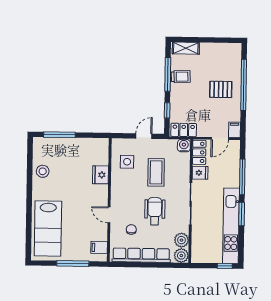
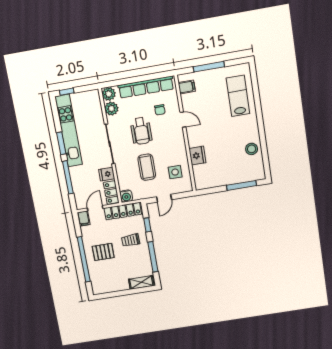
trolley: (181, 77) -> (131, 240), moved
locker: (184, 130) -> (123, 211), width x1.53
lab bench: (48, 229) -> (238, 96), width x0.73, depth x0.72

